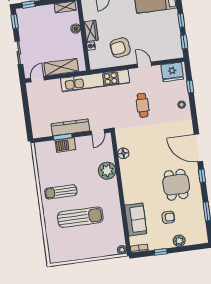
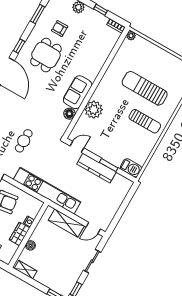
barbecue: (65, 145) -> (131, 168), moved
armchair: (168, 217) -> (60, 29), moved
sofa: (136, 219) -> (78, 92), moved

